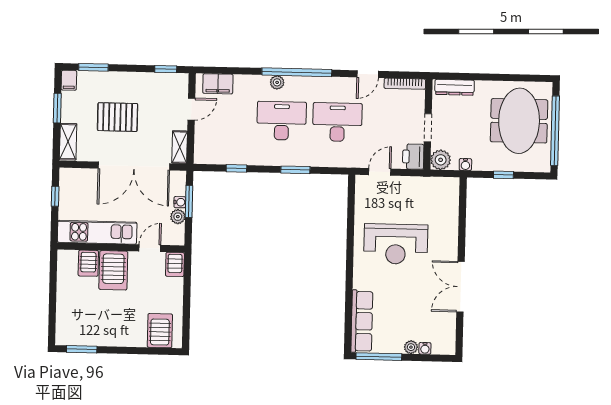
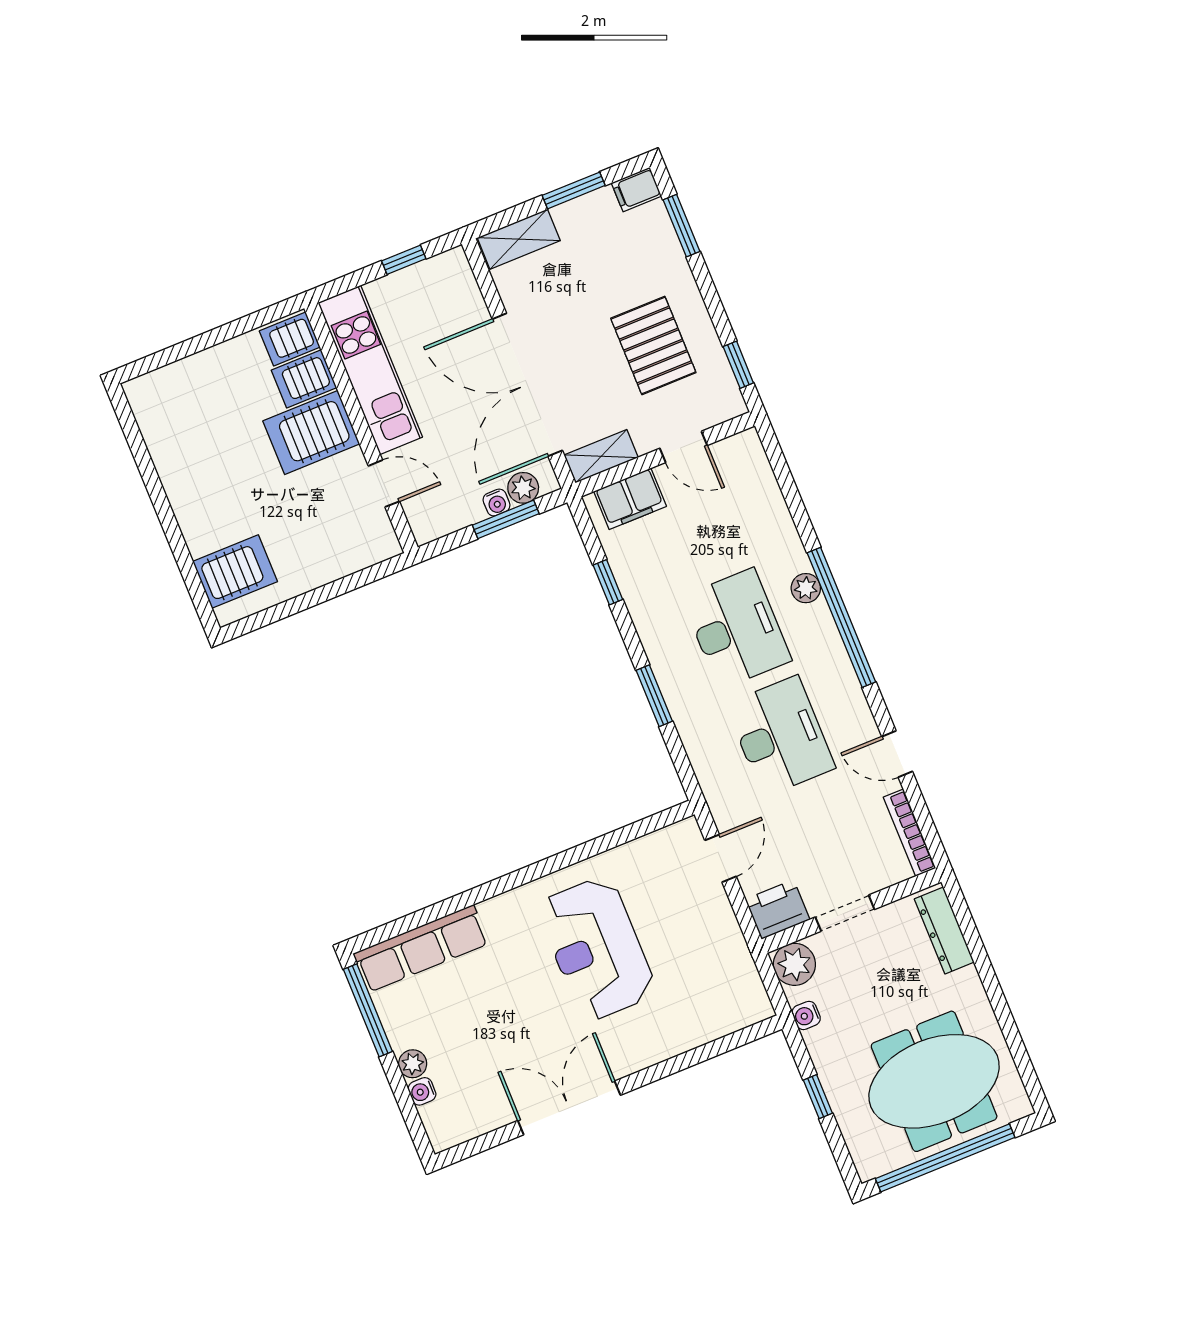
filing cabinet: (218, 84) -> (630, 499), moved, turned -90
pallet: (118, 117) -> (653, 345), moved
door: (380, 172) -> (721, 858), hinge flipped
plant: (178, 217) -> (523, 488), moved
server rack: (175, 264) -> (290, 339), moved
window: (82, 349) -> (134, 438), removed

